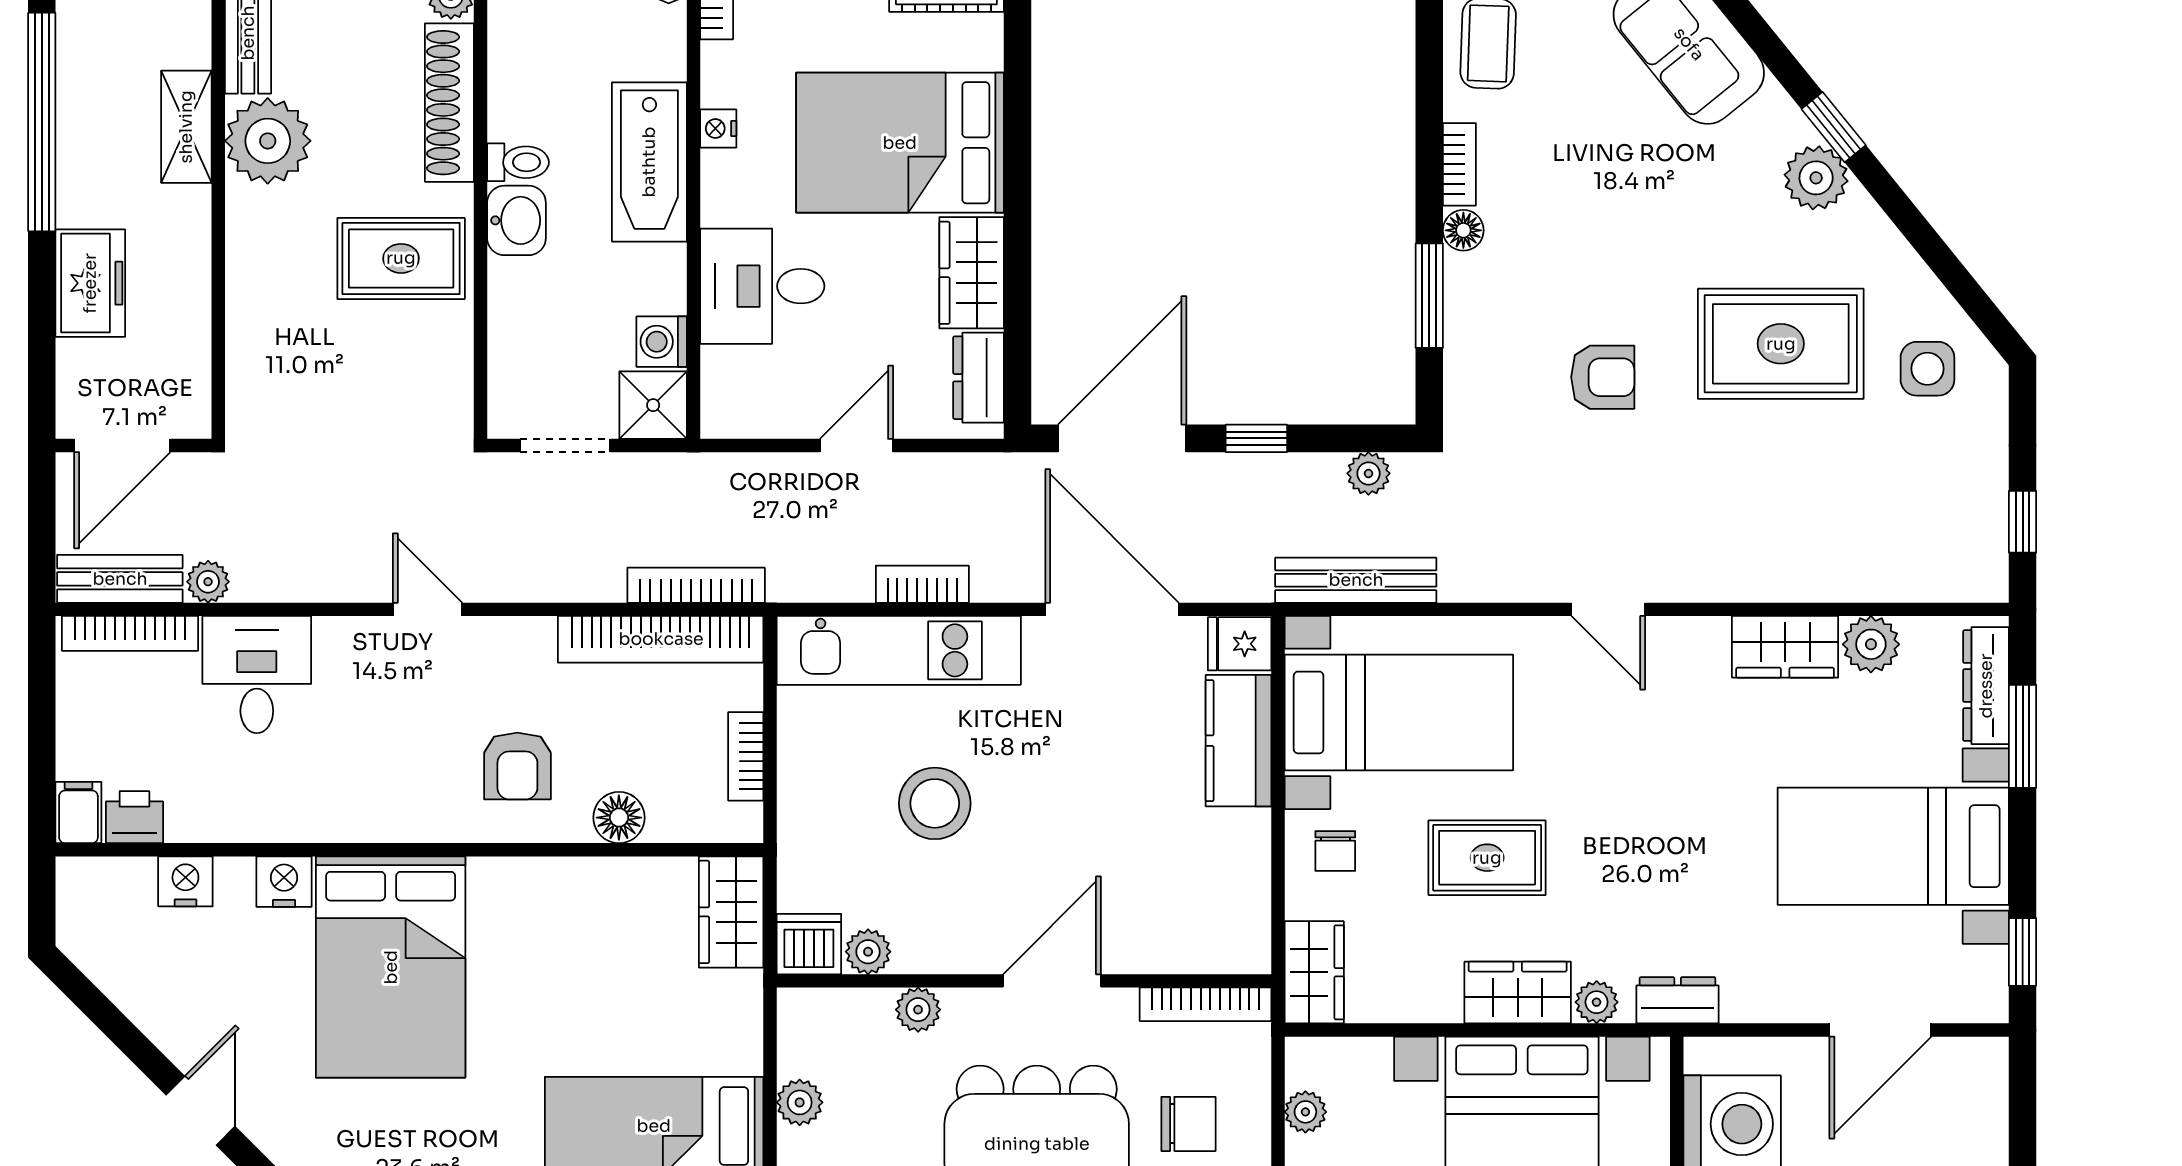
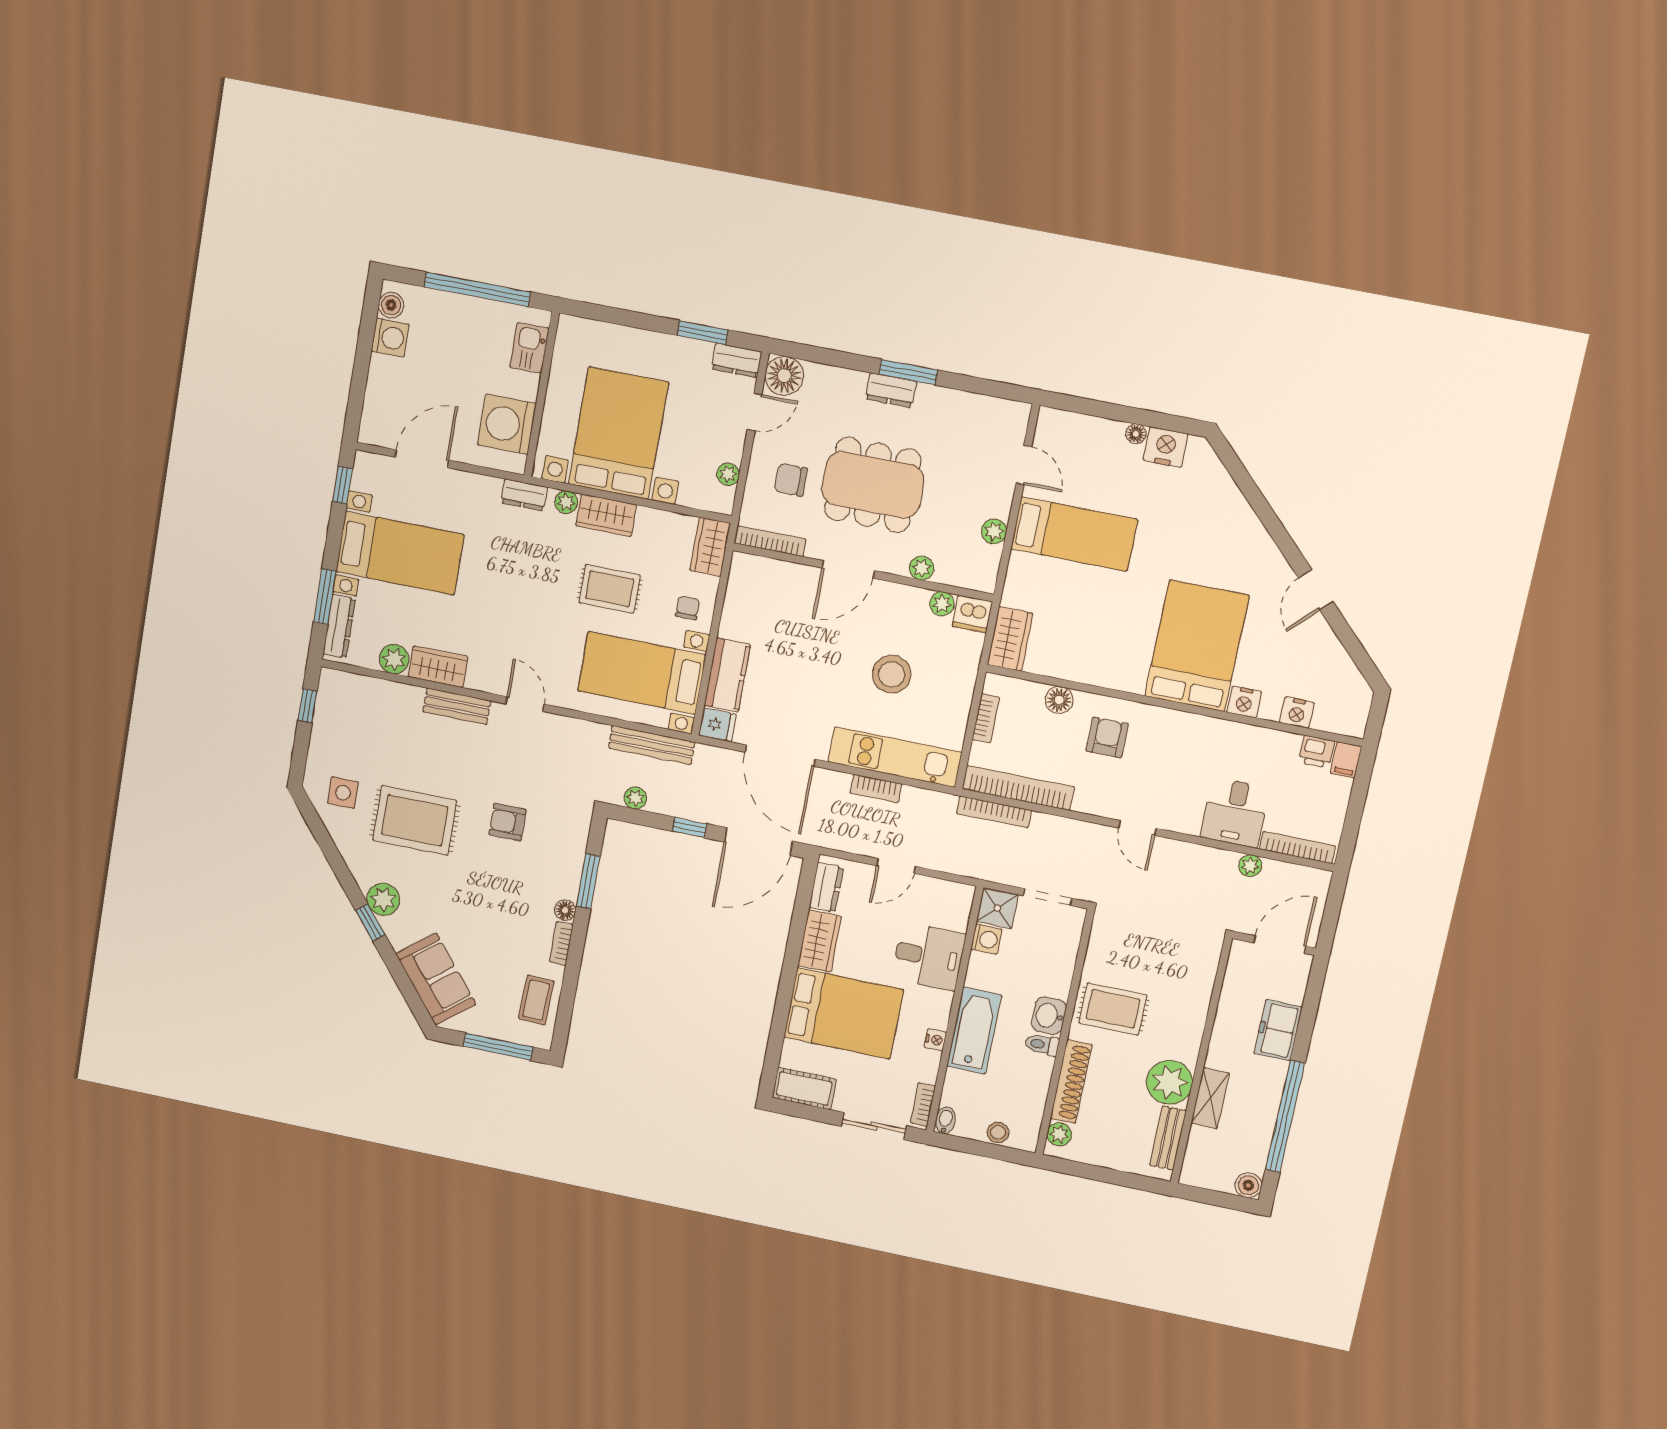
bench: (120, 579) -> (457, 706), moved

